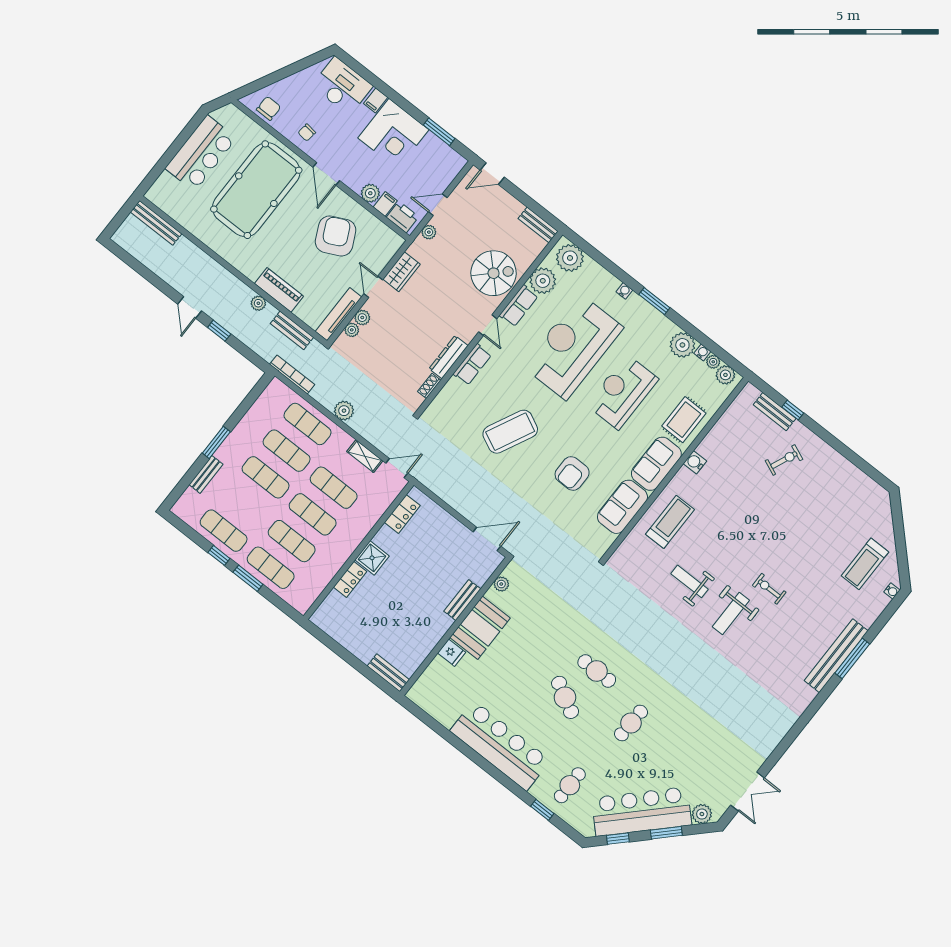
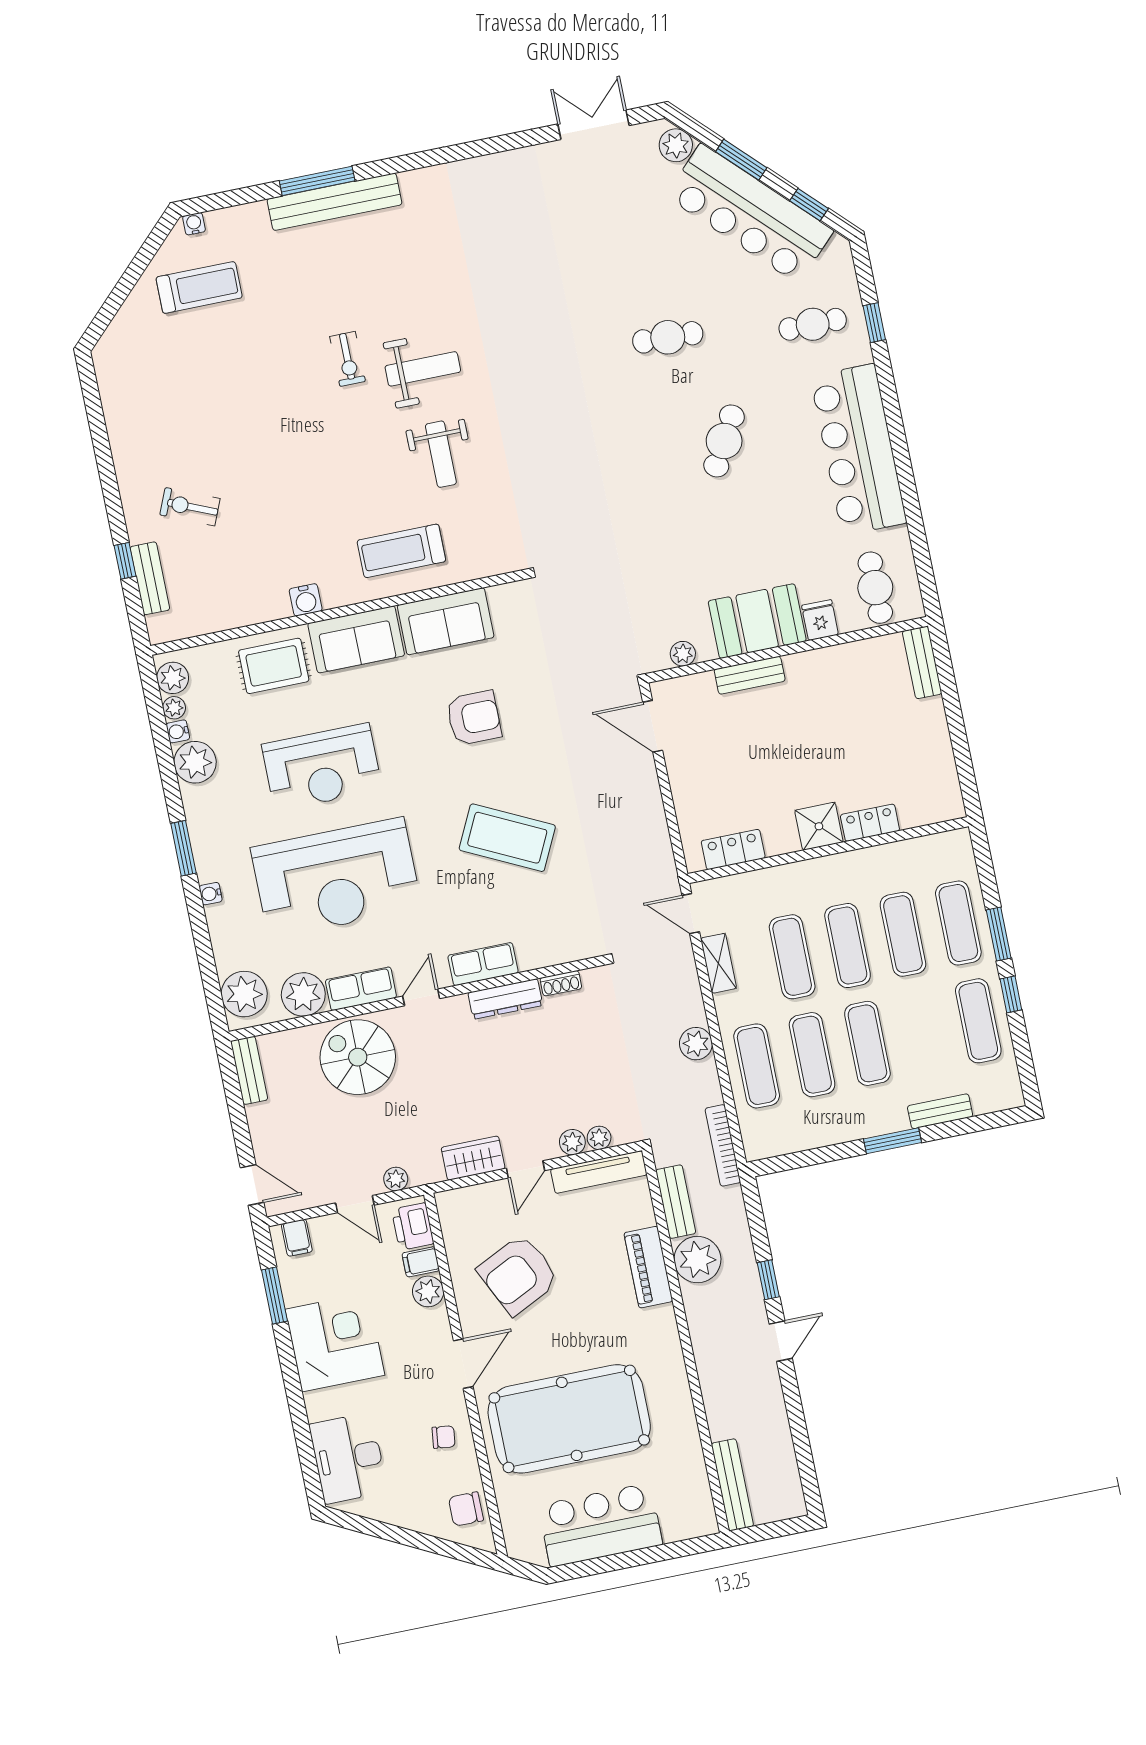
filing cabinet: (376, 100) -> (297, 1238), moved, turned 90
plant: (258, 303) -> (697, 1260), width x1.87, depth x1.87
cafe table: (597, 671) -> (875, 588), moved

